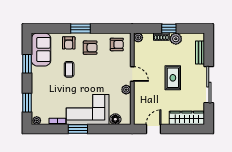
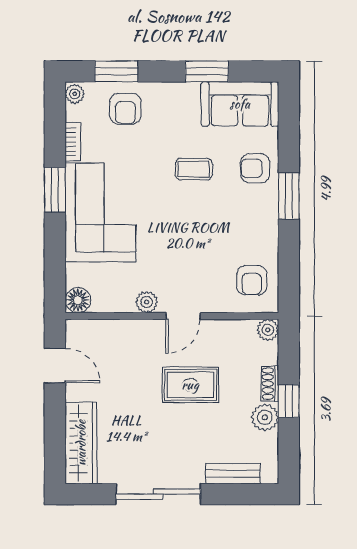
armchair: (90, 48) -> (125, 109), moved
rug: (173, 78) -> (190, 385), moved
floor lamp: (115, 119) -> (78, 300), moved

